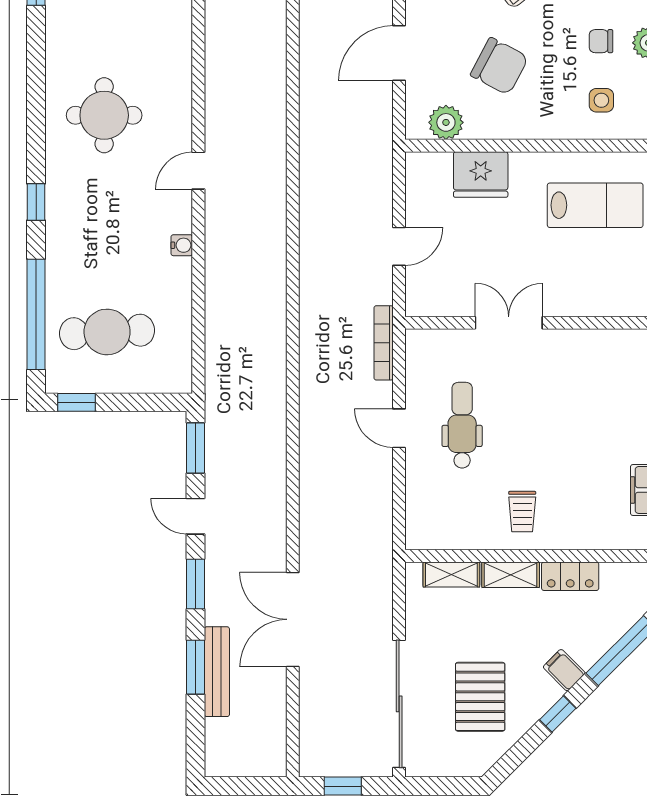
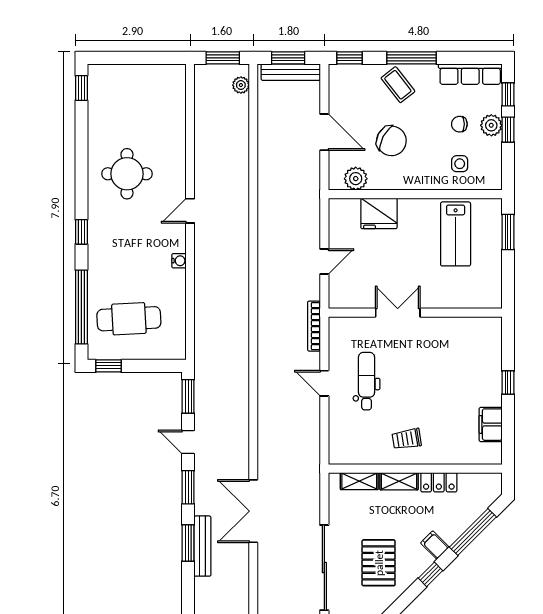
door: (399, 53) -> (324, 132), swing flipped
lab bench: (595, 205) -> (456, 234), turned 90
trolley: (522, 512) -> (407, 439), turned 81

